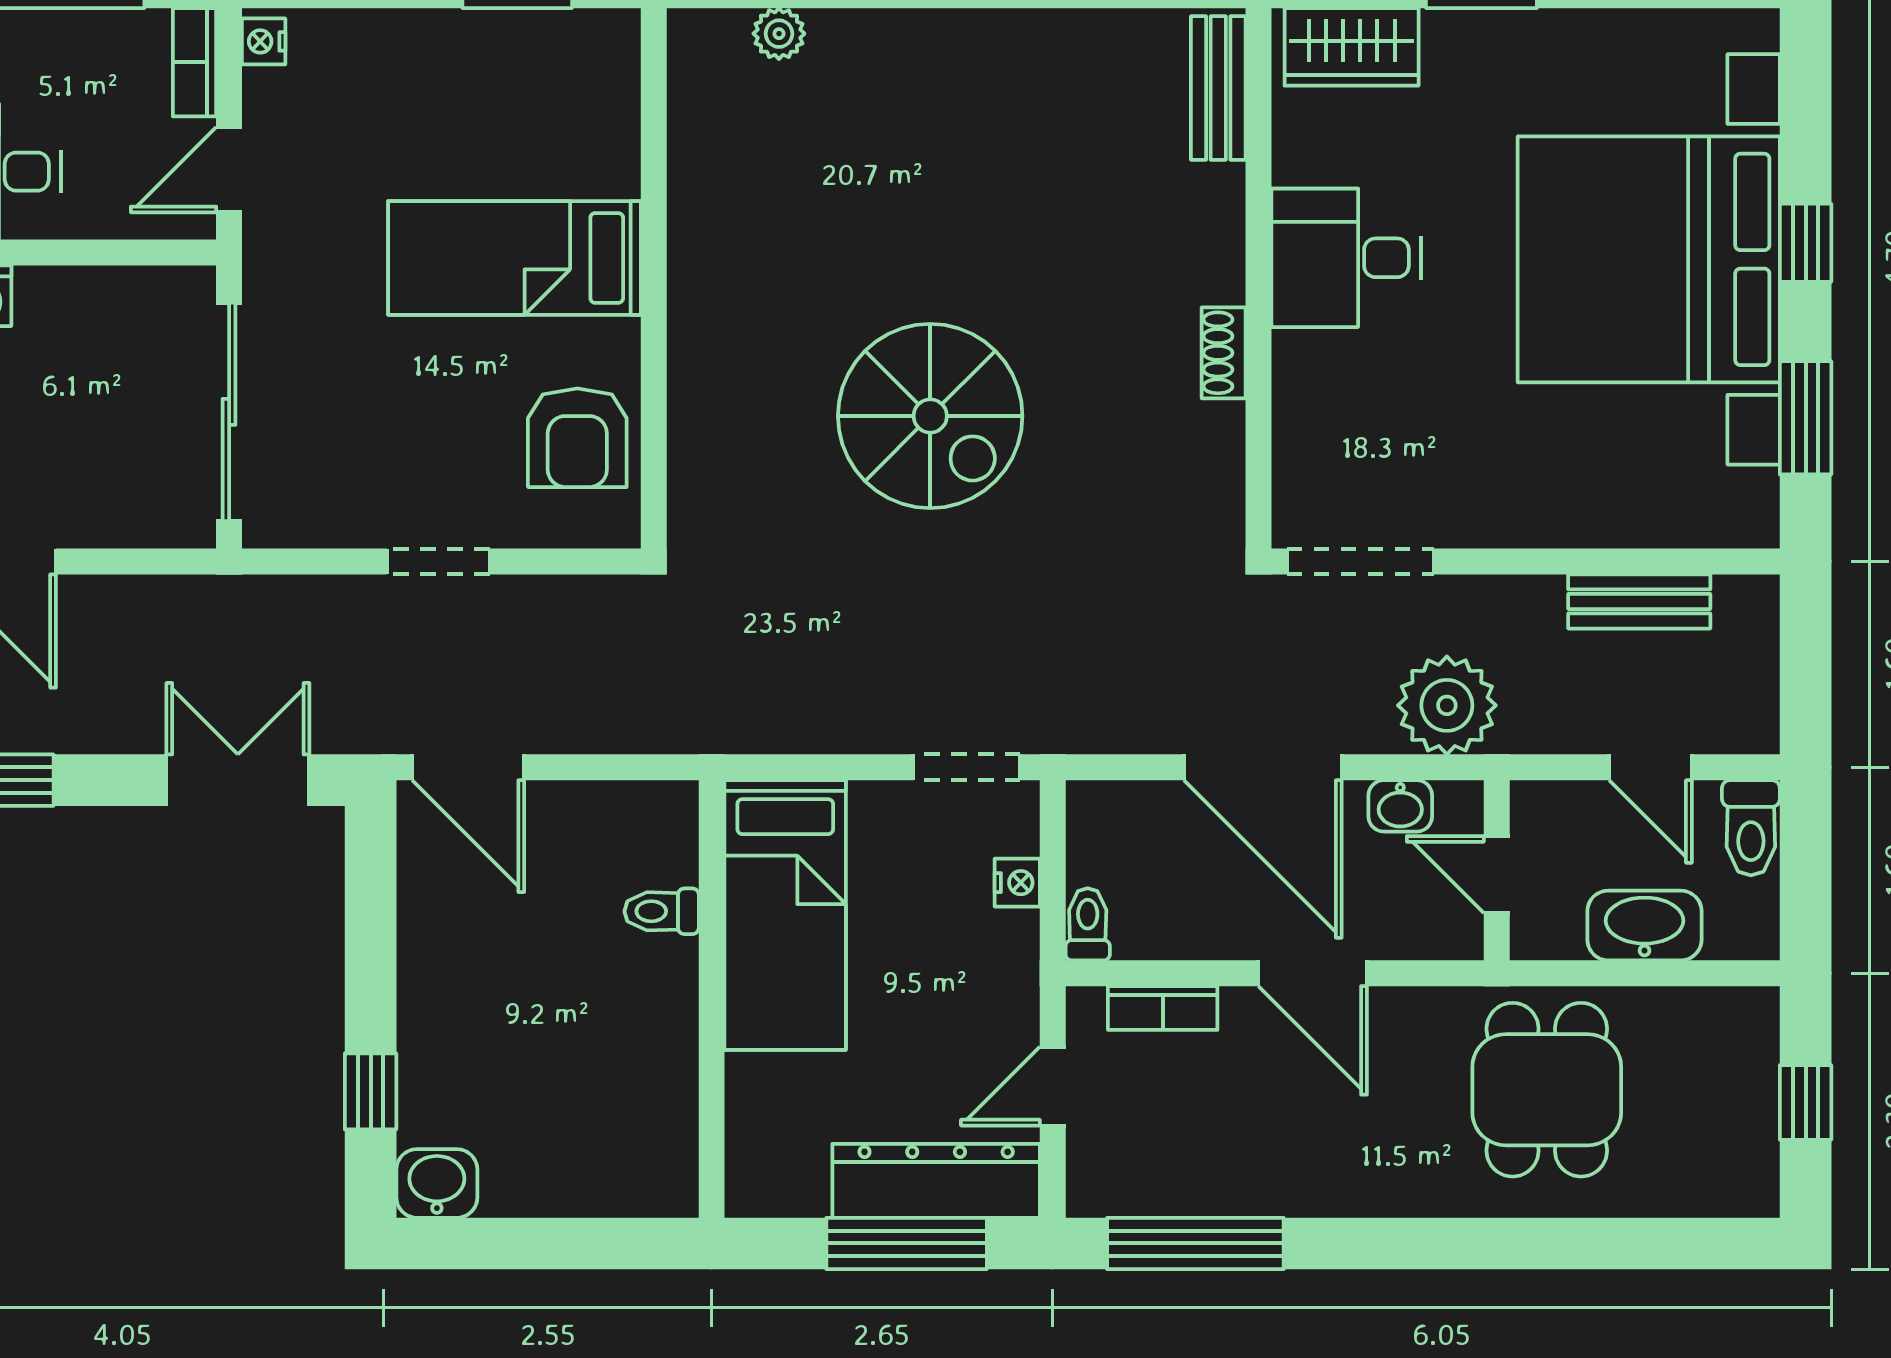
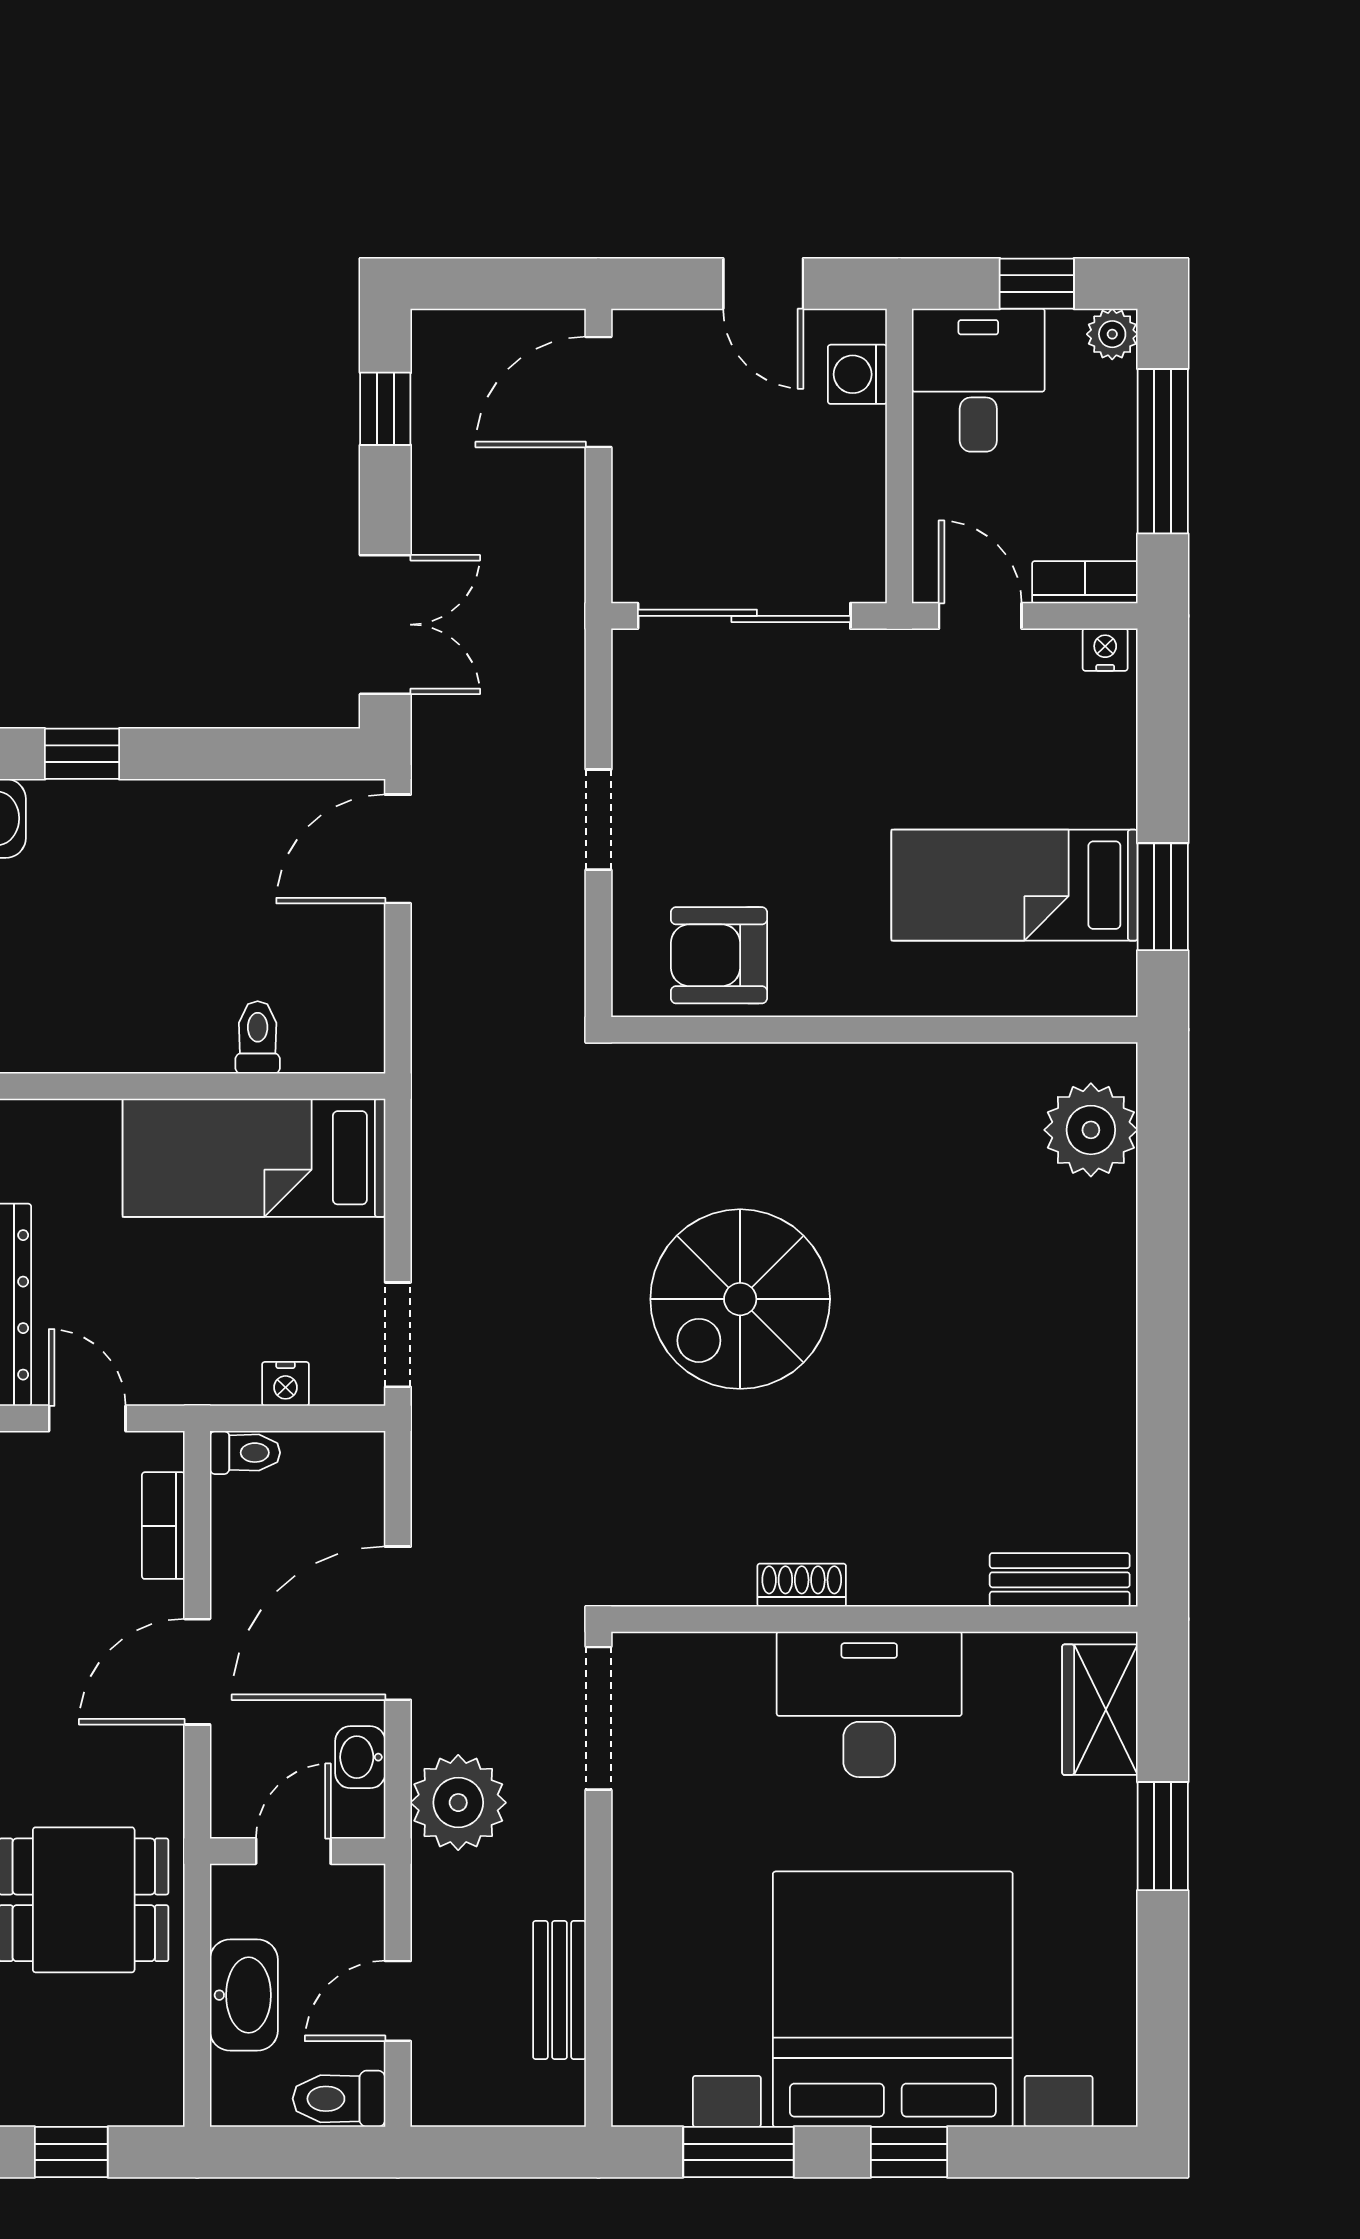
plant: (779, 34) -> (1091, 1130), width x1.87, depth x1.87
bed: (514, 258) -> (1015, 885), moved, turned -90
desk: (1346, 258) -> (869, 1704), width x1.37

